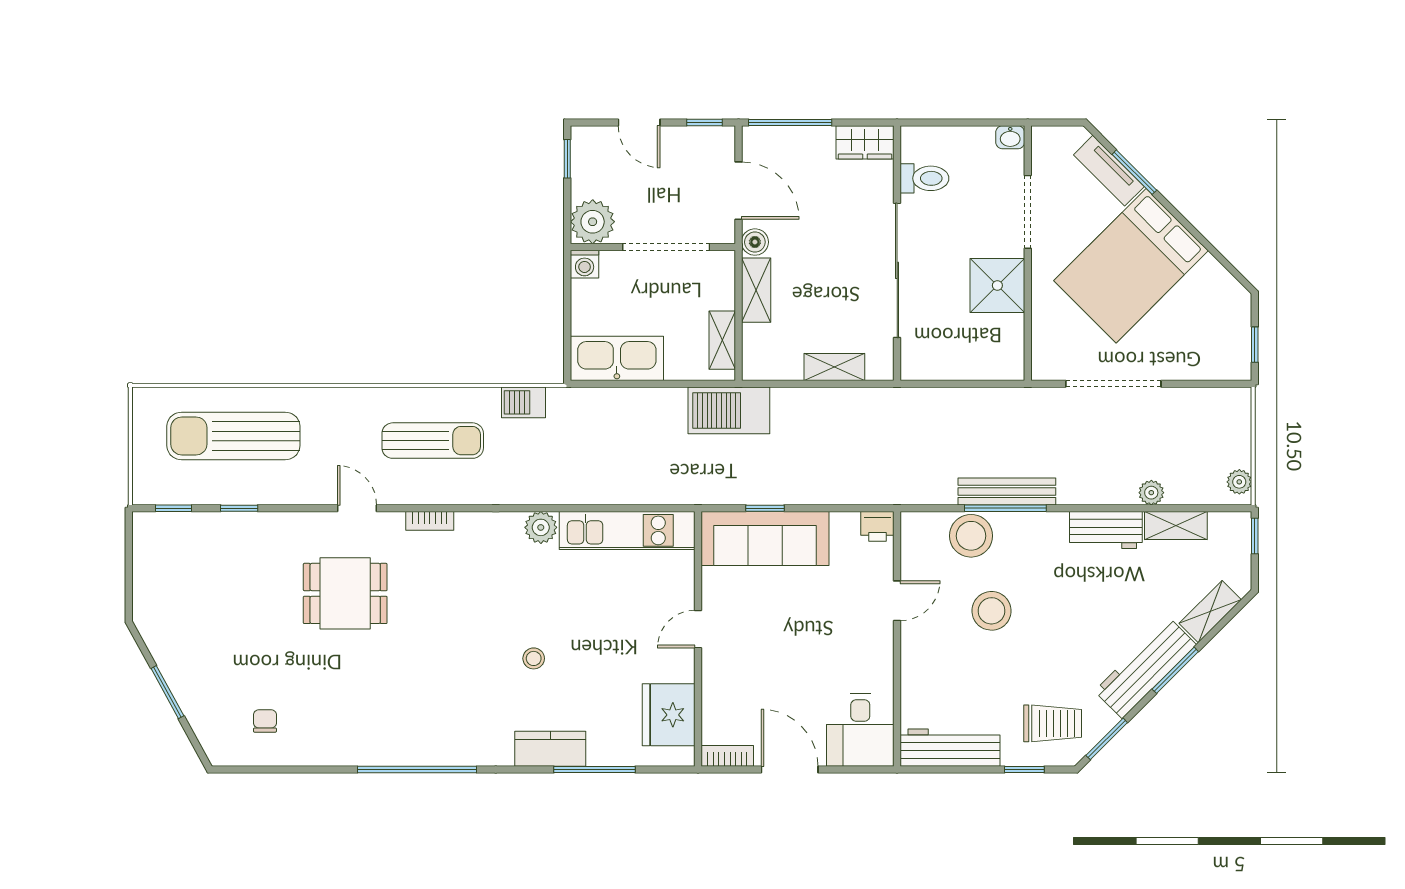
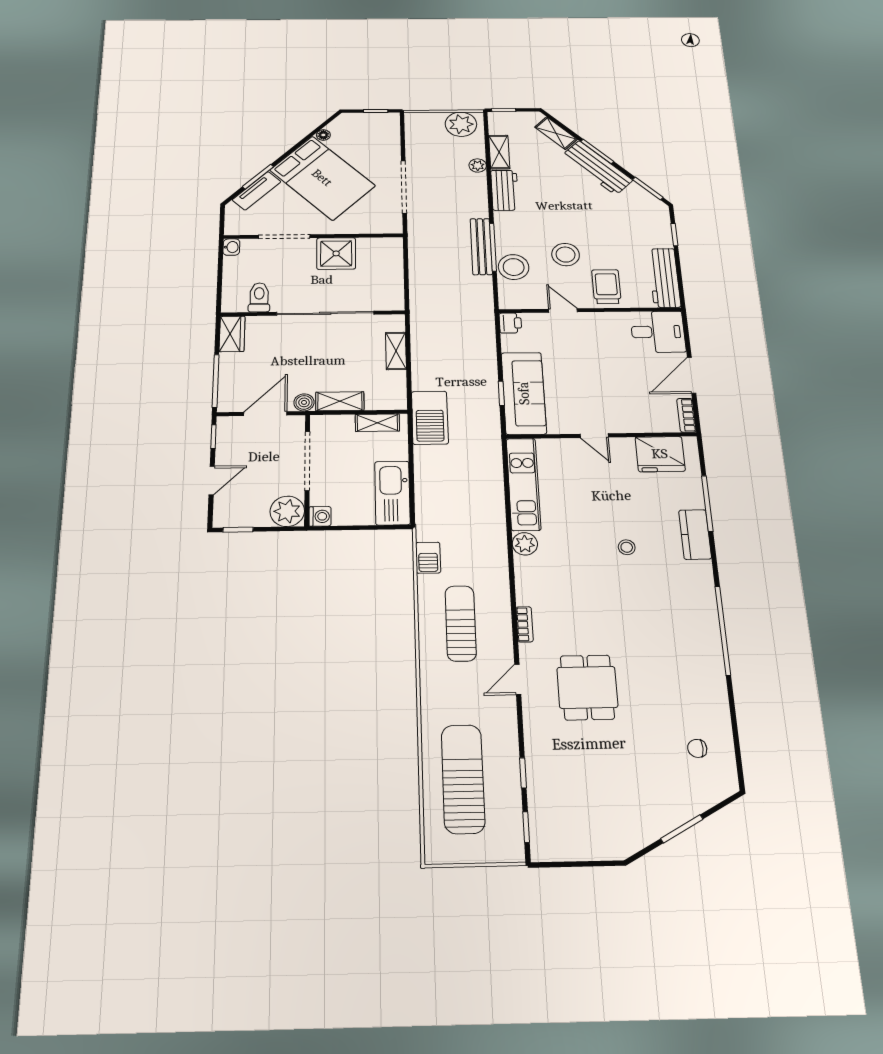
floor lamp: (1210, 267) -> (323, 135), added
sun lounger: (233, 436) -> (463, 779), turned 180
plant: (1239, 482) -> (461, 124), width x1.88, depth x1.88
trolley: (1053, 723) -> (606, 287), moved

